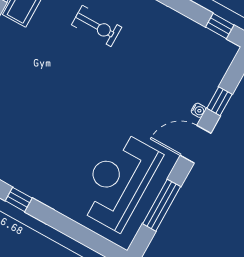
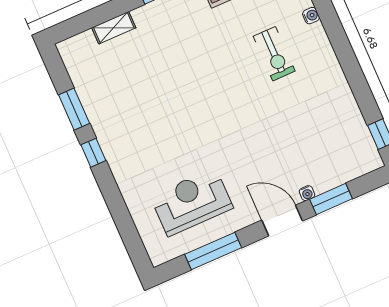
window: (219, 101) -> (331, 199), width x1.50
reception desk: (119, 181) -> (192, 202), width x0.74, depth x0.77

